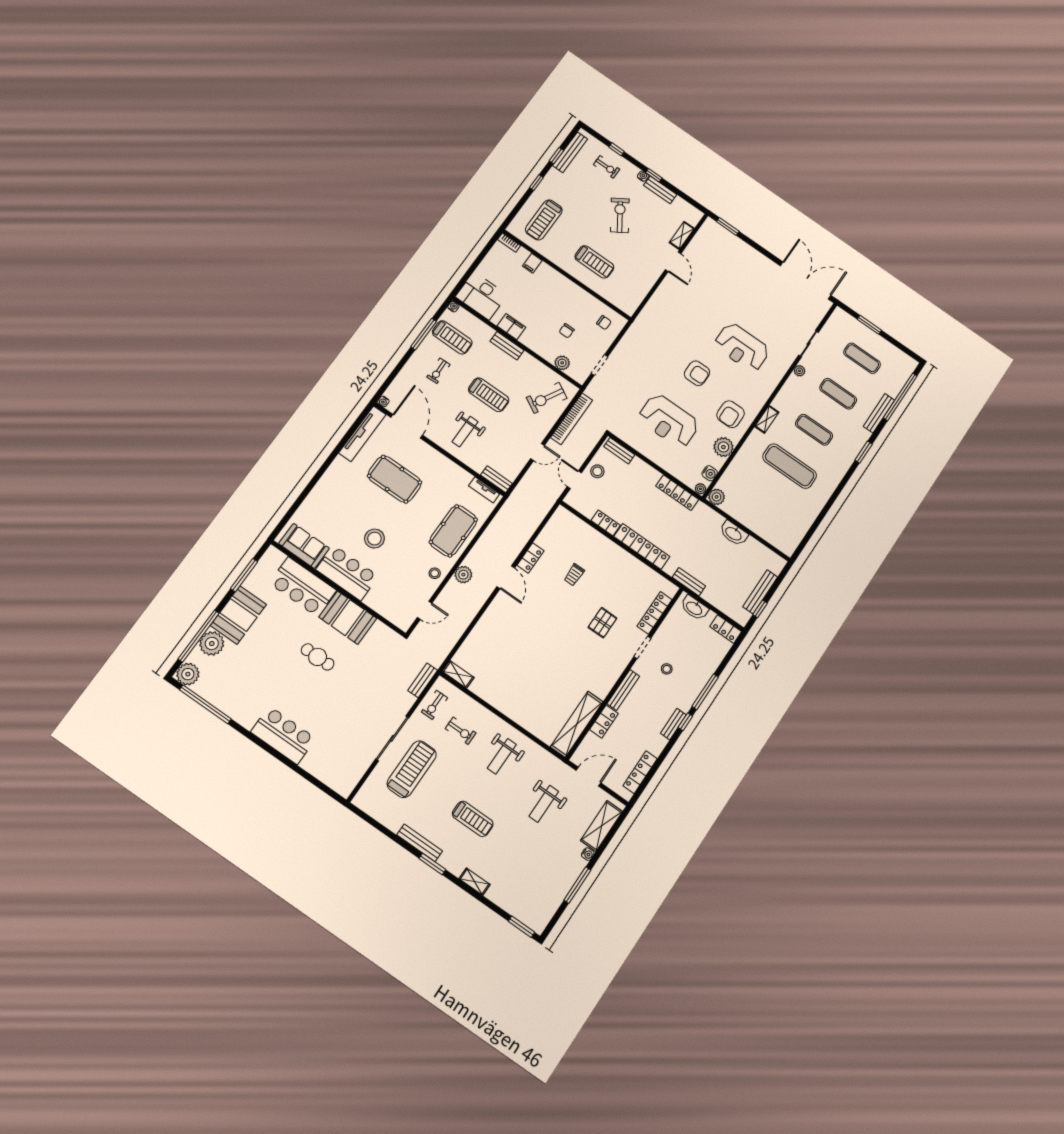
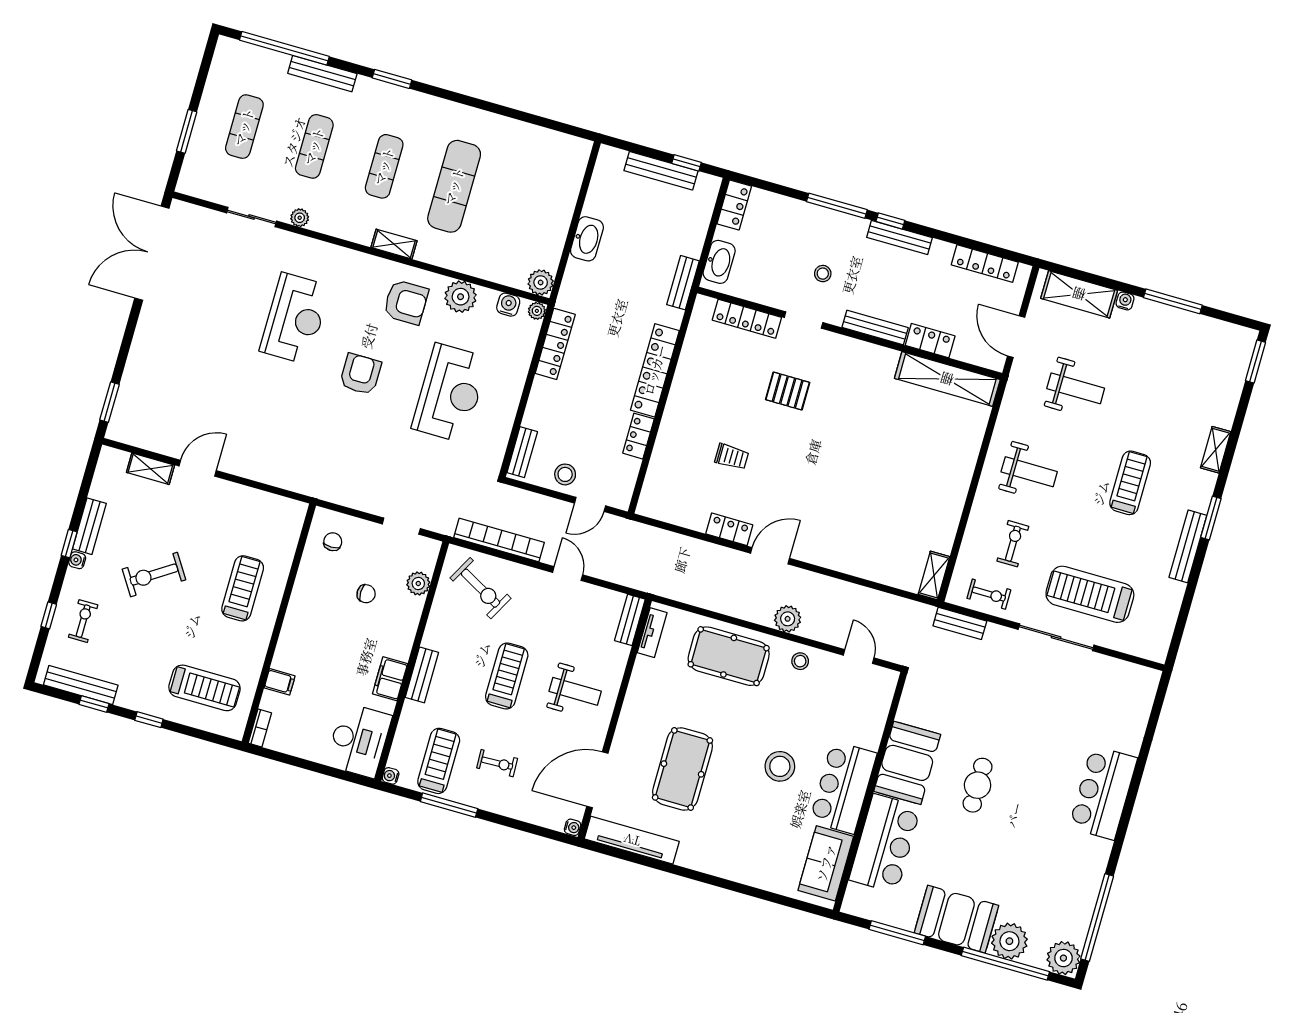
bench: (673, 724) -> (900, 237), width x1.36

